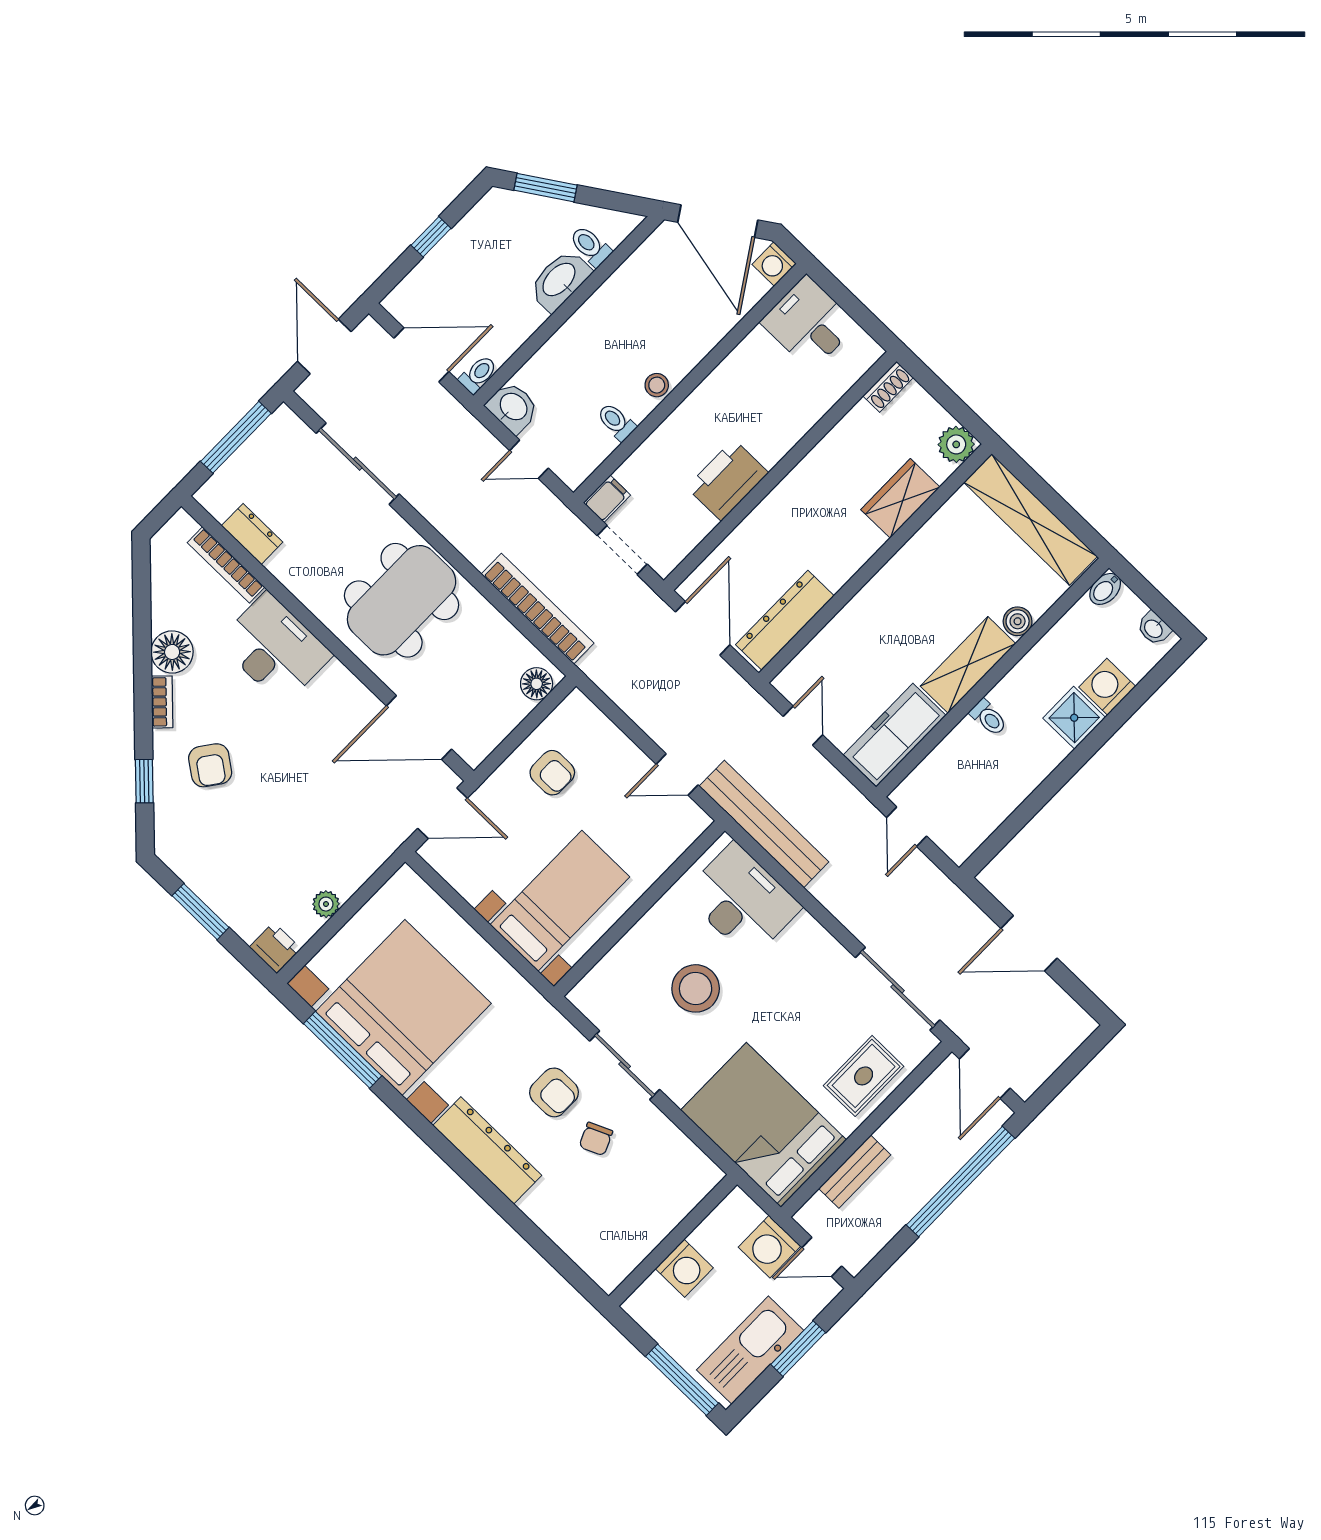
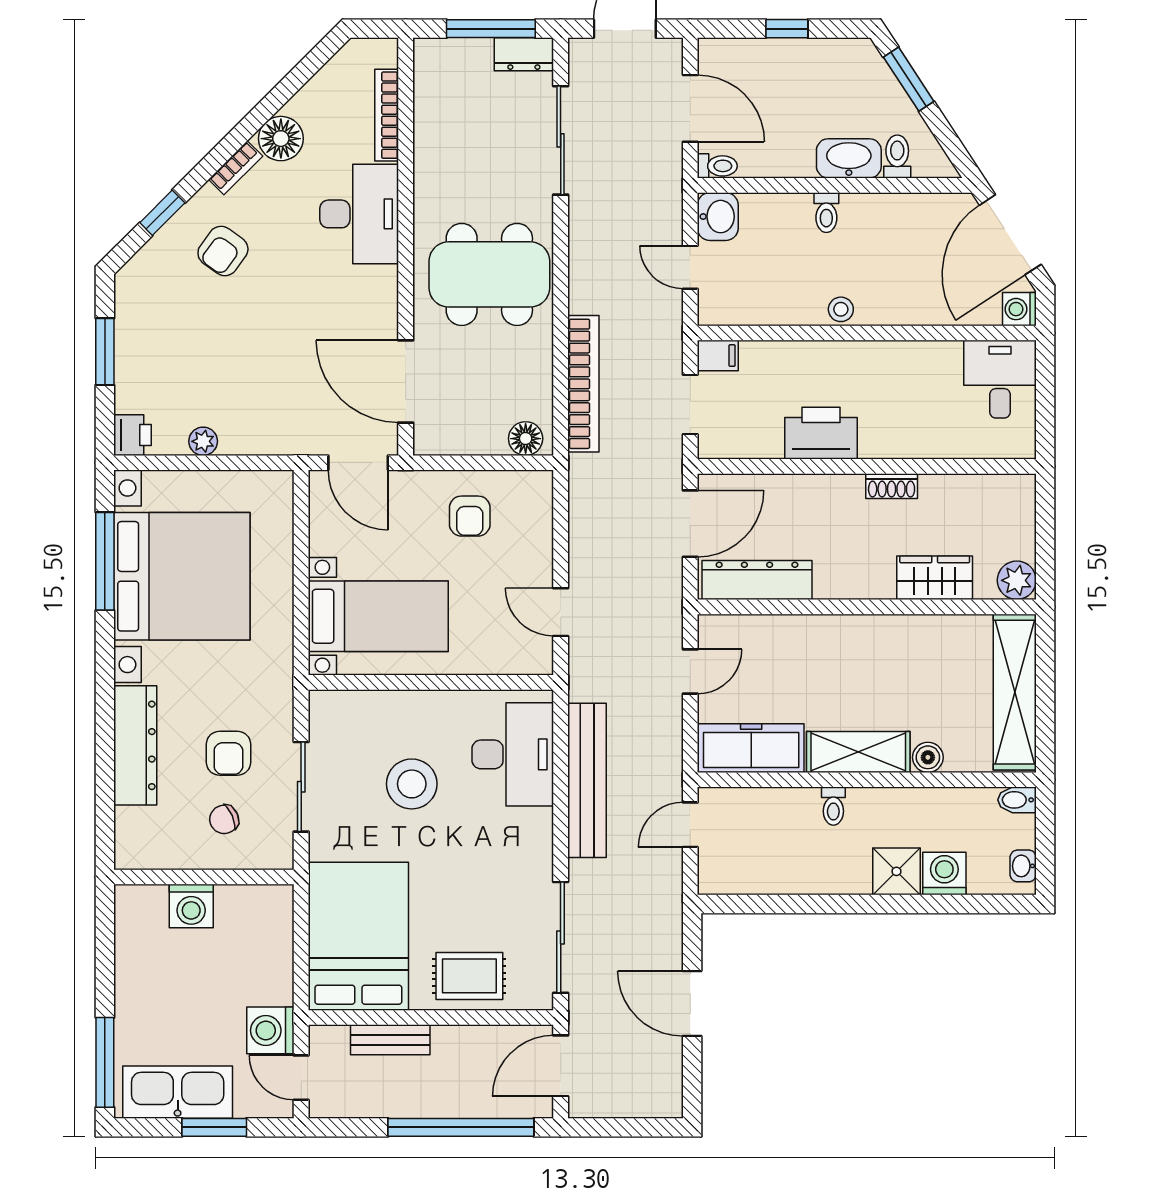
shoe rack: (888, 387) -> (892, 486), moved
toilet: (616, 422) -> (826, 213), moved, turned 180
dresser: (252, 534) -> (524, 54), moved, turned 90
bench: (764, 824) -> (587, 780), moved
wall: (673, 1240) -> (204, 877), moved
washing machine: (684, 1268) -> (191, 906), moved

